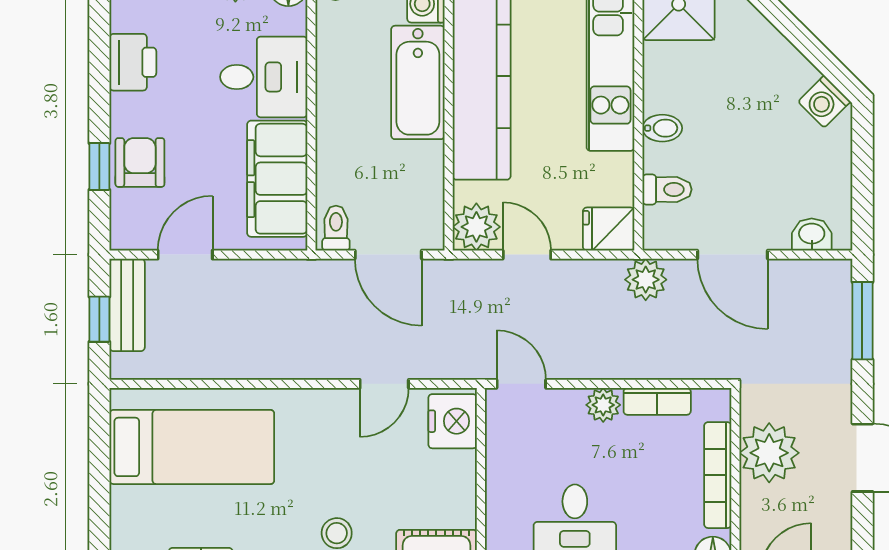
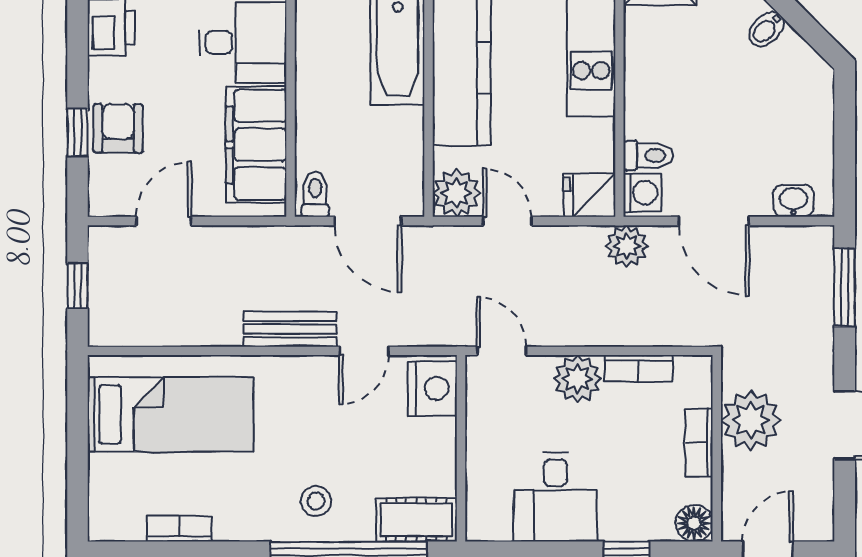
washing machine: (824, 102) -> (642, 193), moved, turned -135
bidet: (662, 128) -> (766, 29), moved, turned 135
bench: (127, 305) -> (290, 329), moved, turned 90
plant: (603, 405) -> (577, 379), width x1.38, depth x1.38
bookcase: (718, 475) -> (699, 443), width x0.64

